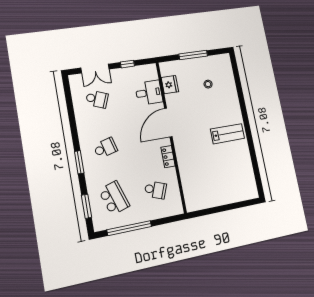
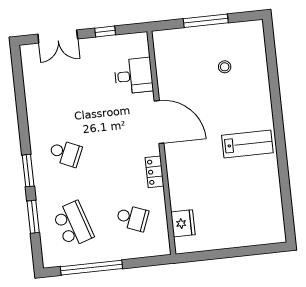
fridge: (170, 85) -> (183, 223), moved
school desk: (97, 99) -> (58, 82), removed
door: (168, 123) -> (159, 122), swing flipped
school desk: (105, 148) -> (65, 153), turned 39
window: (86, 206) -> (33, 217), moved

